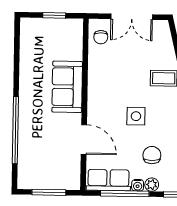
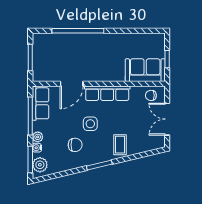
sofa: (67, 87) -> (145, 70), moved
row of seats: (97, 94) -> (107, 93), added
chair: (152, 155) -> (75, 145), moved
water cooler: (138, 185) -> (37, 148), moved

